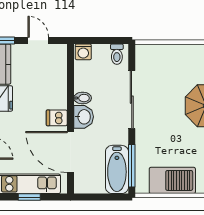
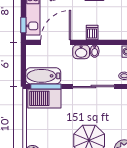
dishwasher: (57, 118) -> (92, 32), moved
barbecue: (172, 180) -> (44, 98), moved, turned 90
window: (29, 197) -> (23, 25), moved

